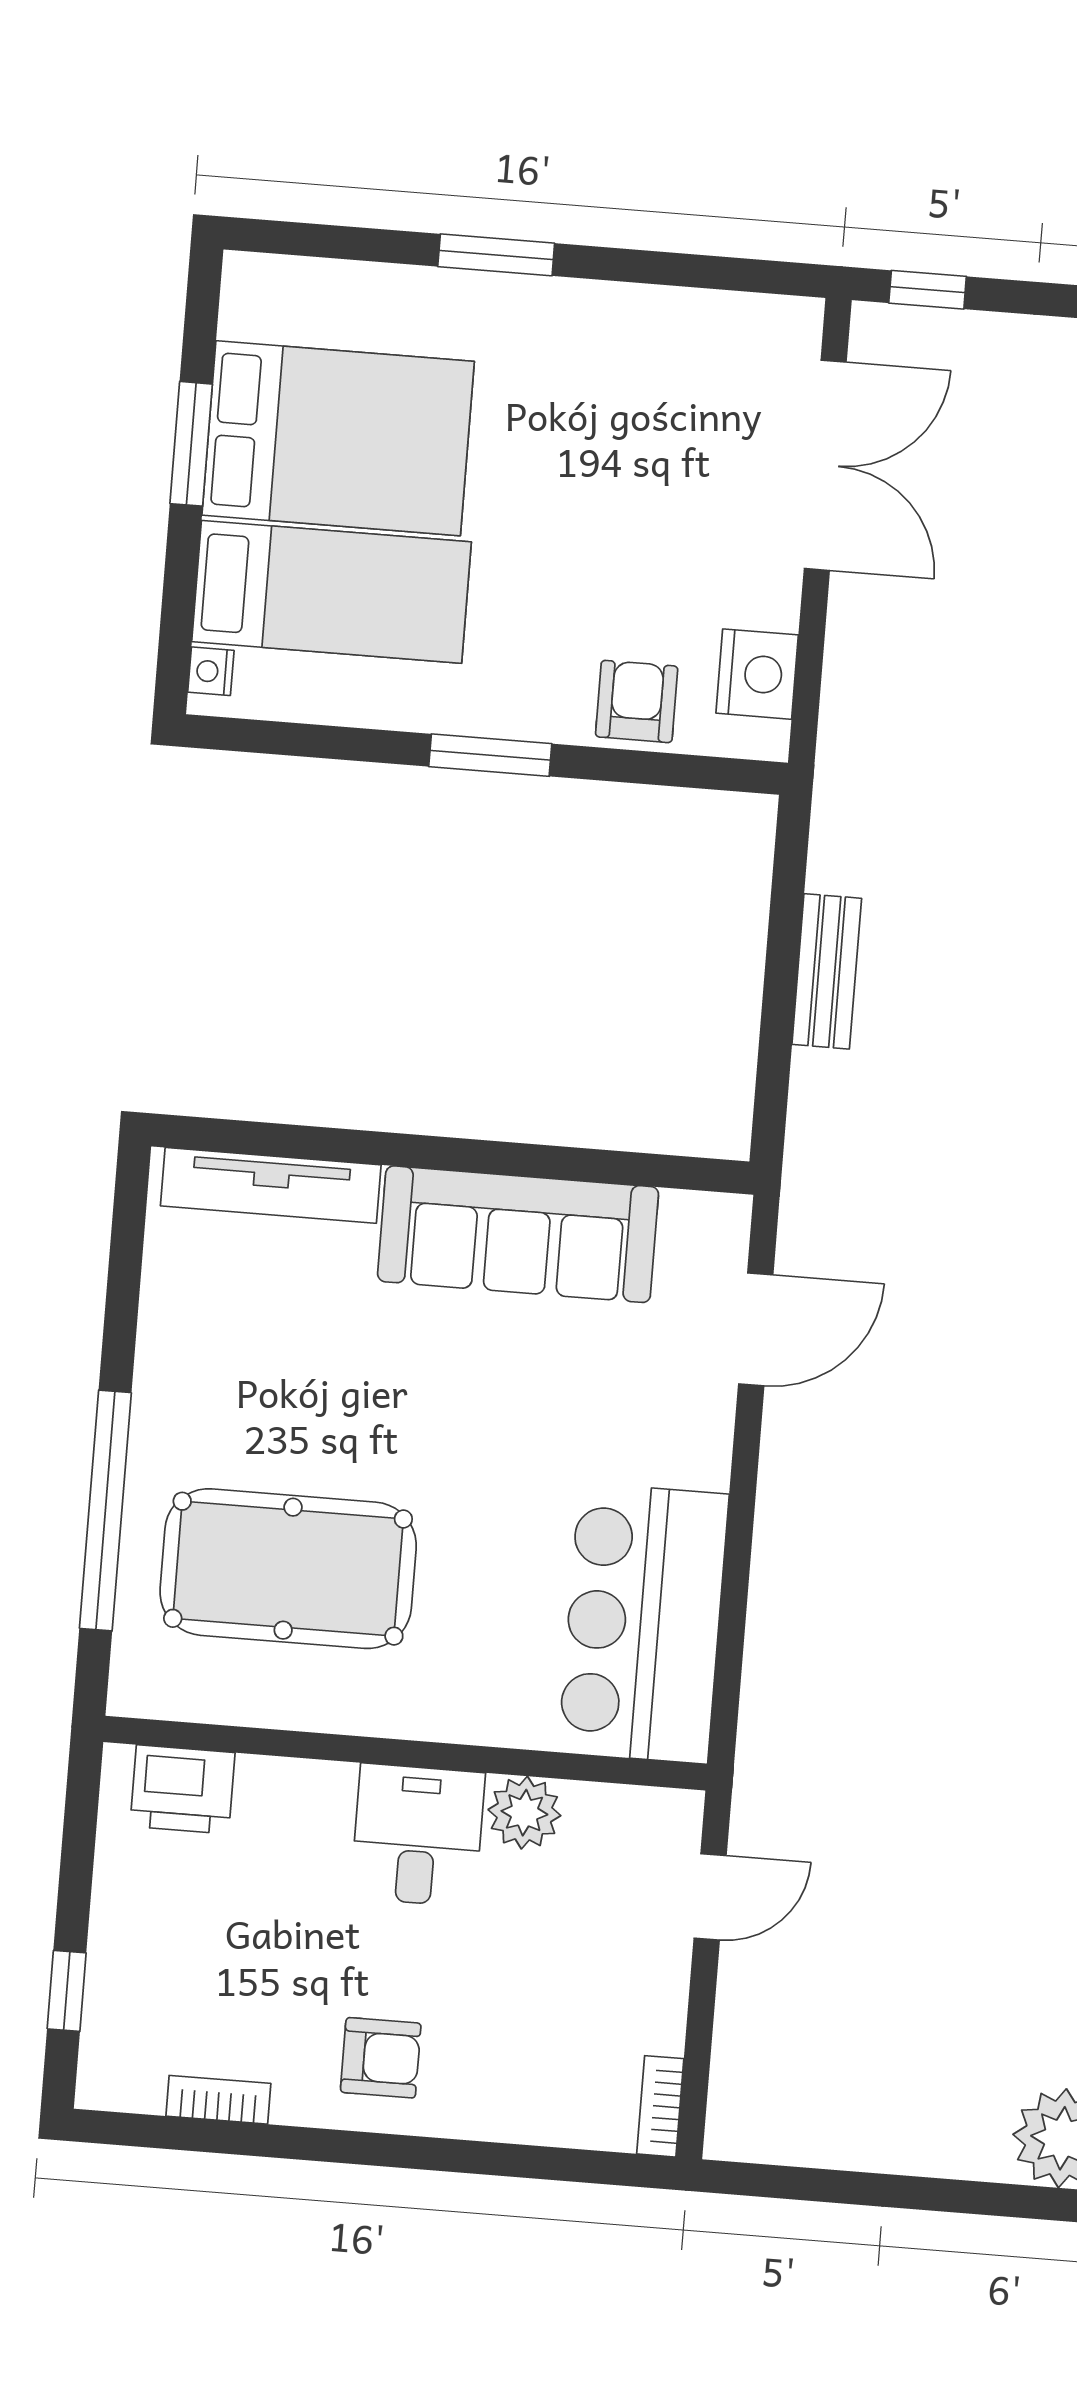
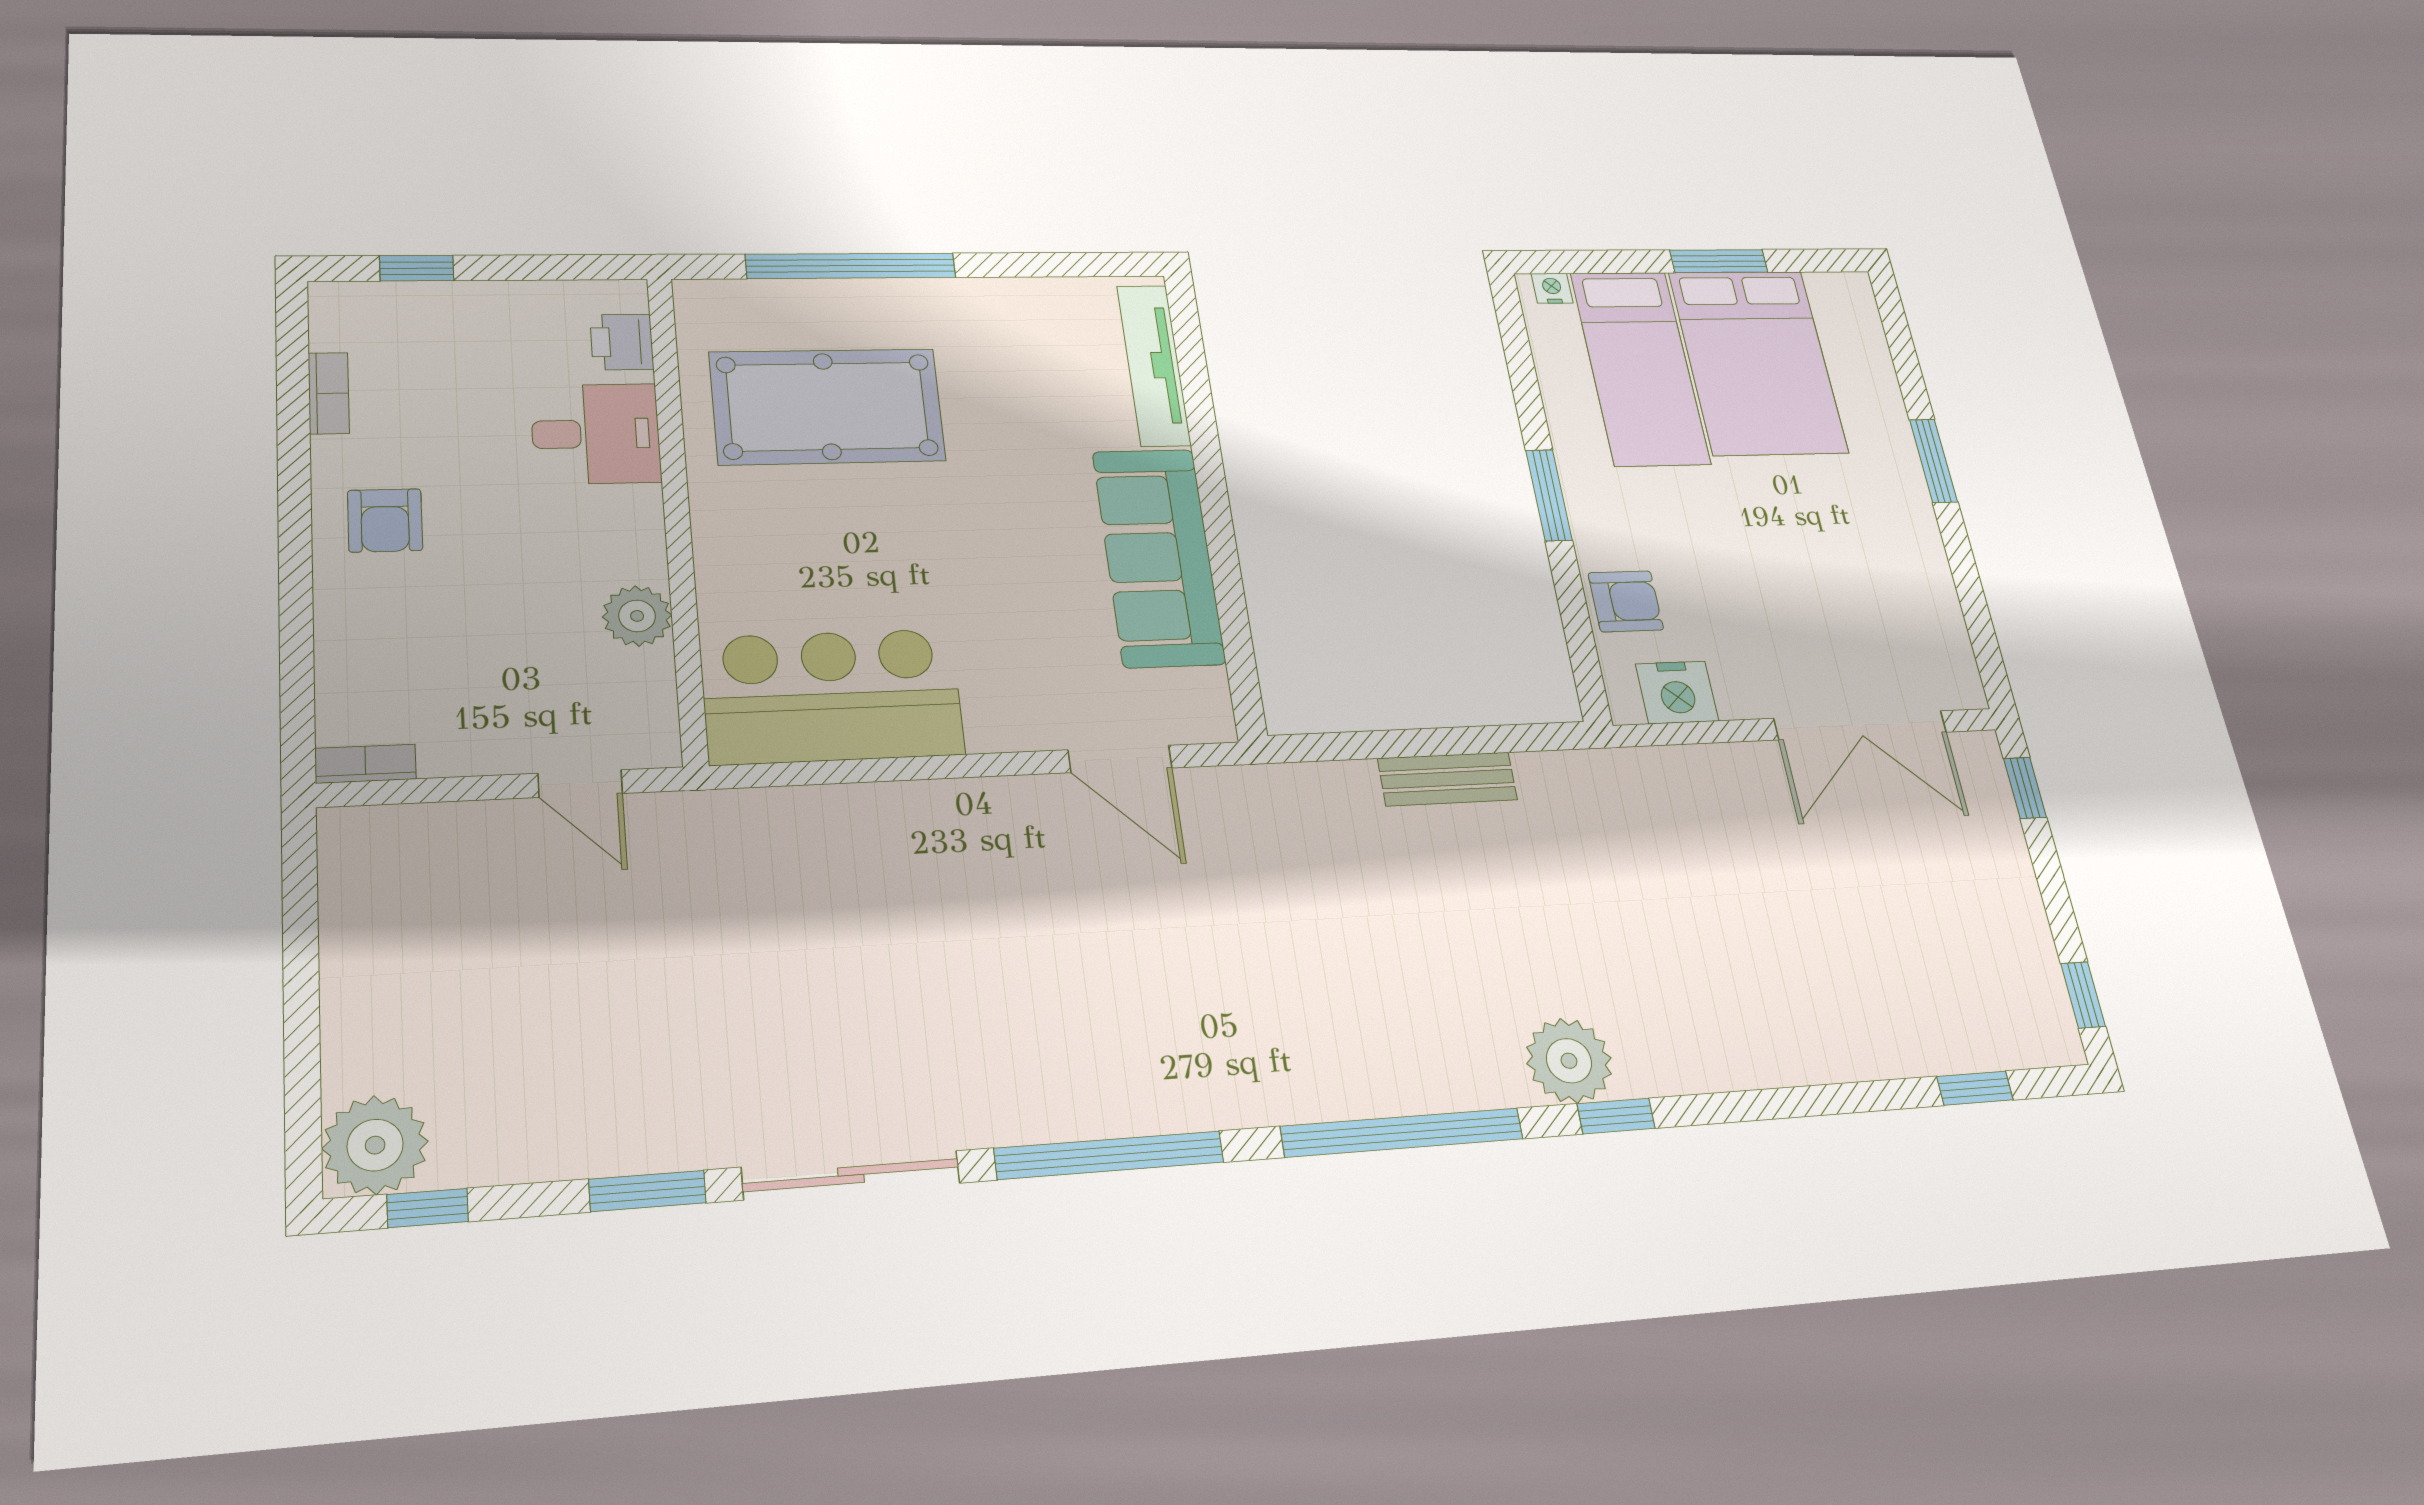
pool table: (288, 1569) -> (827, 406), turned 90
printer: (182, 1789) -> (622, 342), width x0.73, depth x0.81
desk: (418, 1835) -> (596, 434), moved

